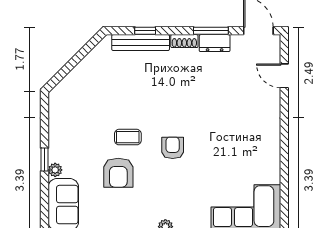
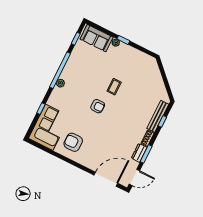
door: (284, 76) -> (106, 179), width x1.88
armchair: (118, 173) -> (73, 142), moved

